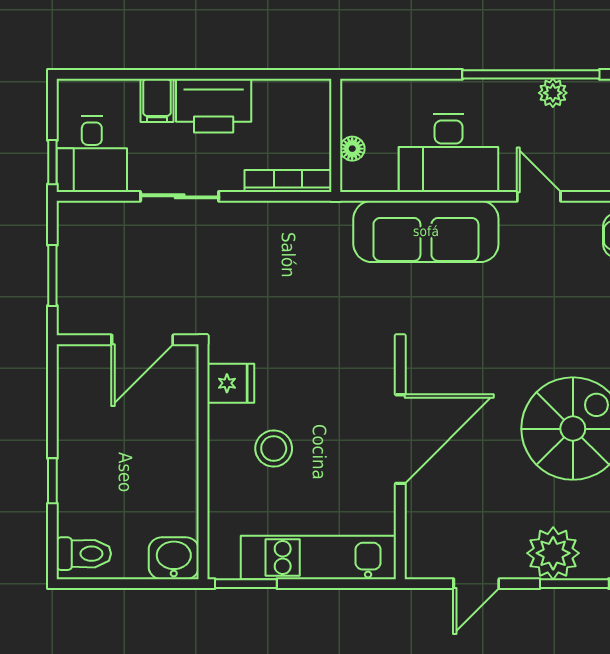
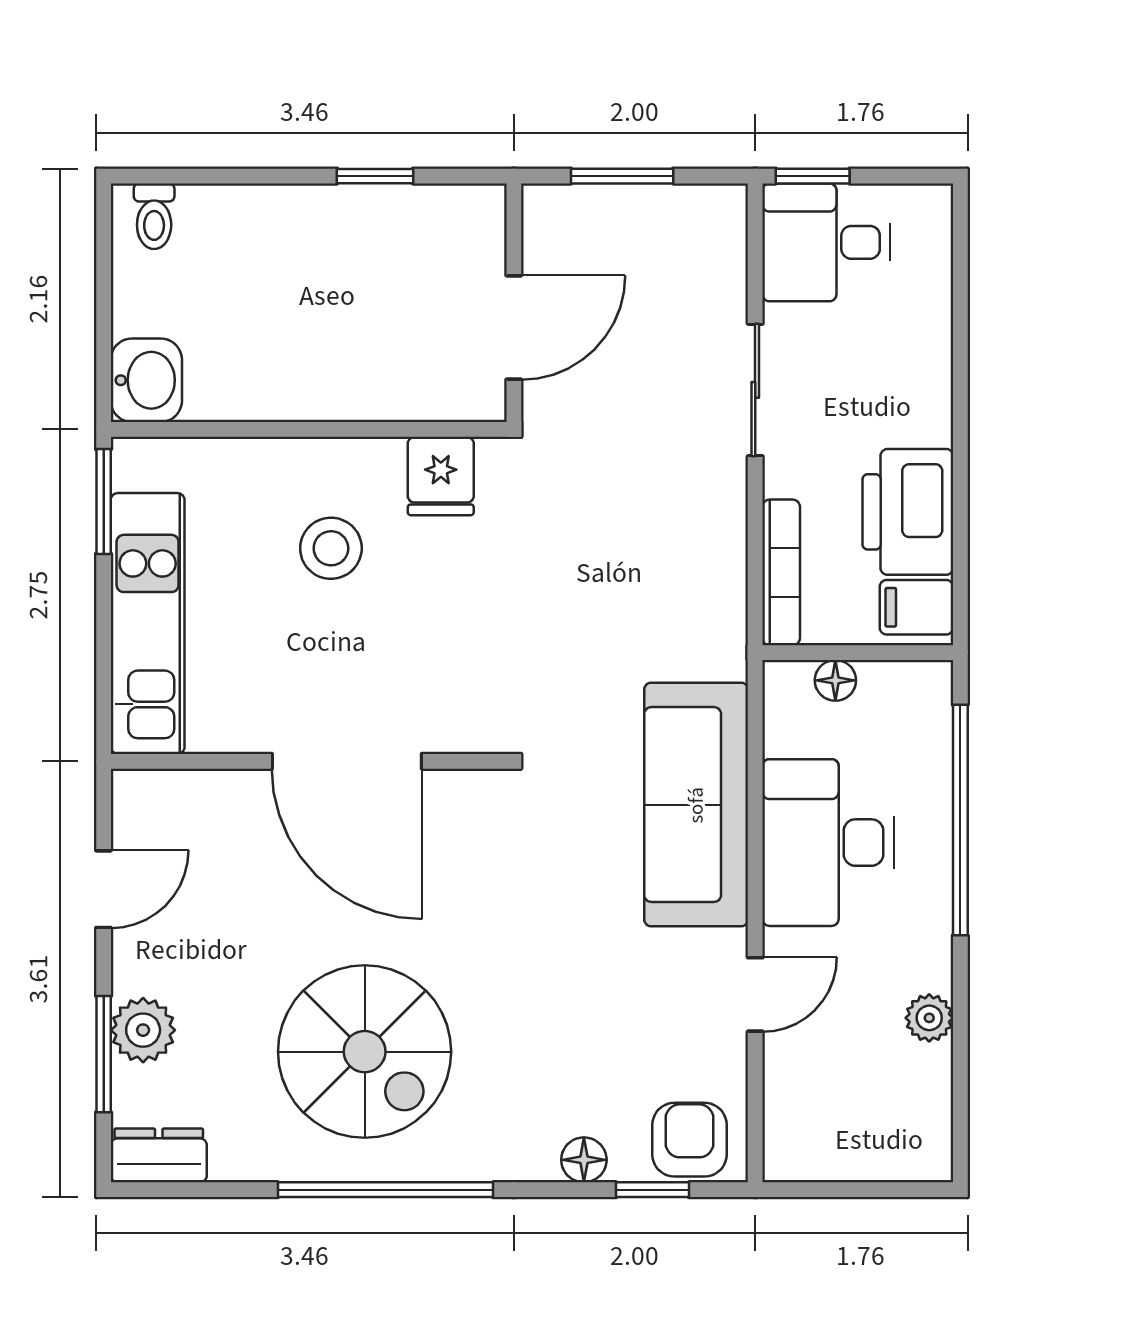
window: (531, 74) -> (960, 820), moved
filing cabinet: (157, 100) -> (916, 607), moved
printer: (214, 106) -> (908, 512), moved
door: (142, 340) -> (514, 328), swing flipped
window: (52, 481) -> (375, 176), moved
plant: (553, 553) -> (143, 1030), width x0.73, depth x0.73
toilet: (84, 554) -> (154, 216), width x0.73, depth x0.72
door: (476, 584) -> (104, 889), swing flipped

